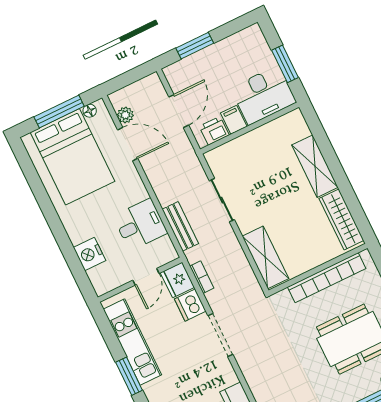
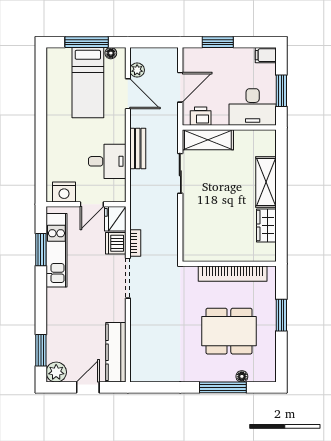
filing cabinet: (234, 120) -> (266, 55), moved, turned -90
bed: (72, 157) -> (88, 83), width x0.67
wardrobe: (341, 219) -> (266, 225), width x0.67
bench: (180, 226) -> (138, 149), moved
nightstand: (89, 254) -> (64, 192), moved, turned -90
shelving: (265, 257) -> (208, 140), moved, turned 90
bookcase: (202, 277) -> (135, 243), moved
window: (129, 376) -> (41, 250), moved

